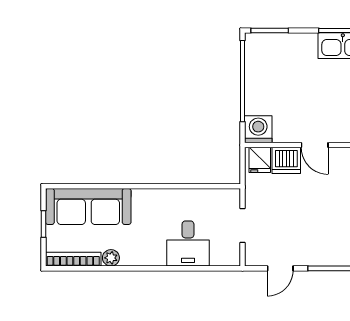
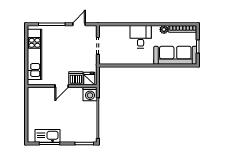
door: (315, 145) -> (62, 86), swing flipped
desk: (188, 243) -> (141, 37), moved

